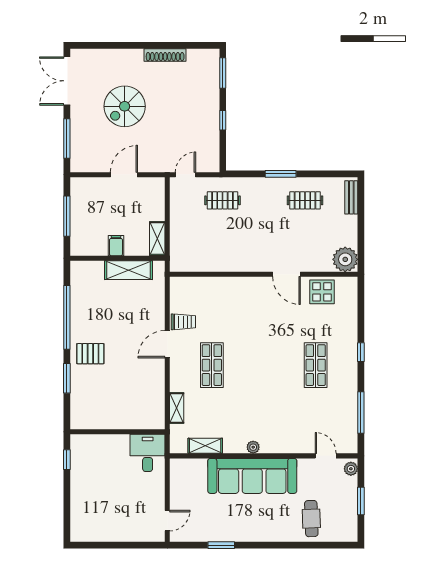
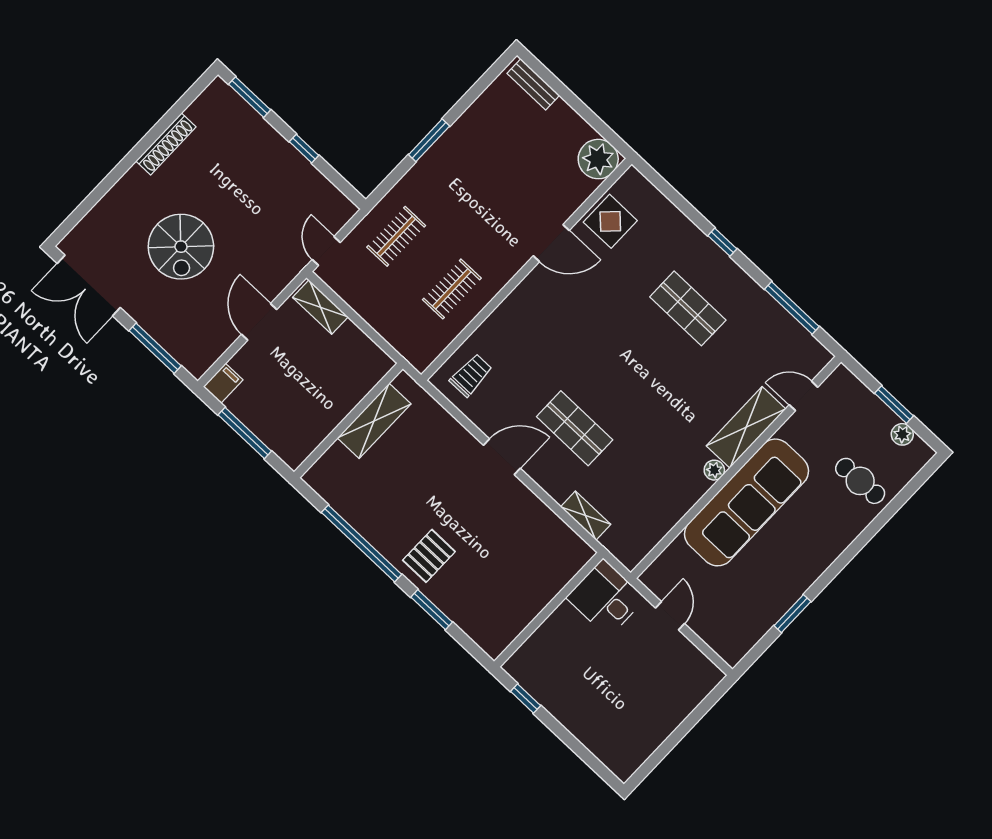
clothes rail: (305, 200) -> (452, 289), moved
shelving: (157, 239) -> (320, 307), moved
filing cabinet: (116, 246) -> (223, 383), moved, turned 90
trolley: (183, 322) -> (471, 375), moved
door: (167, 344) -> (502, 457), swing flipped
shelving: (205, 446) -> (746, 427), moved, width x1.50, depth x1.33
plant: (351, 469) -> (902, 434), moved
door: (167, 521) -> (670, 616), moved

